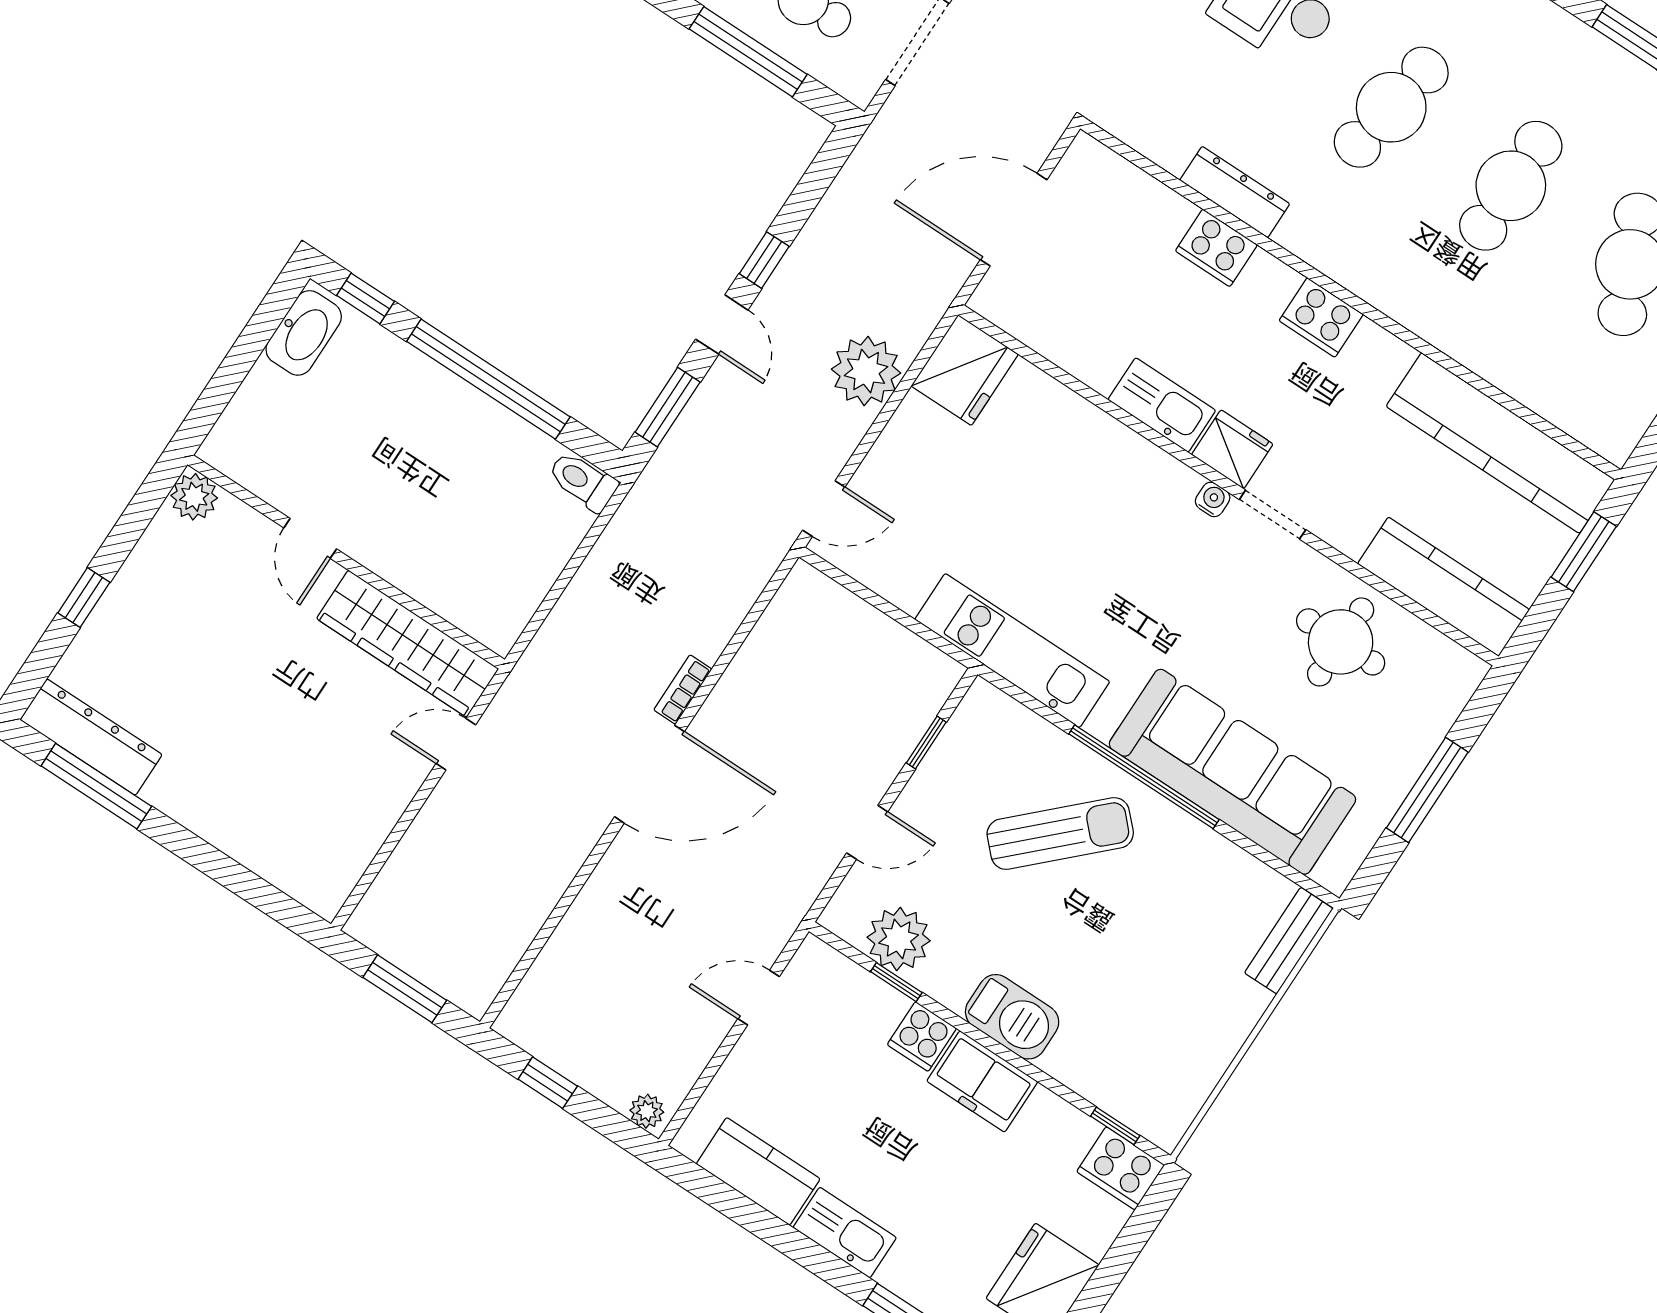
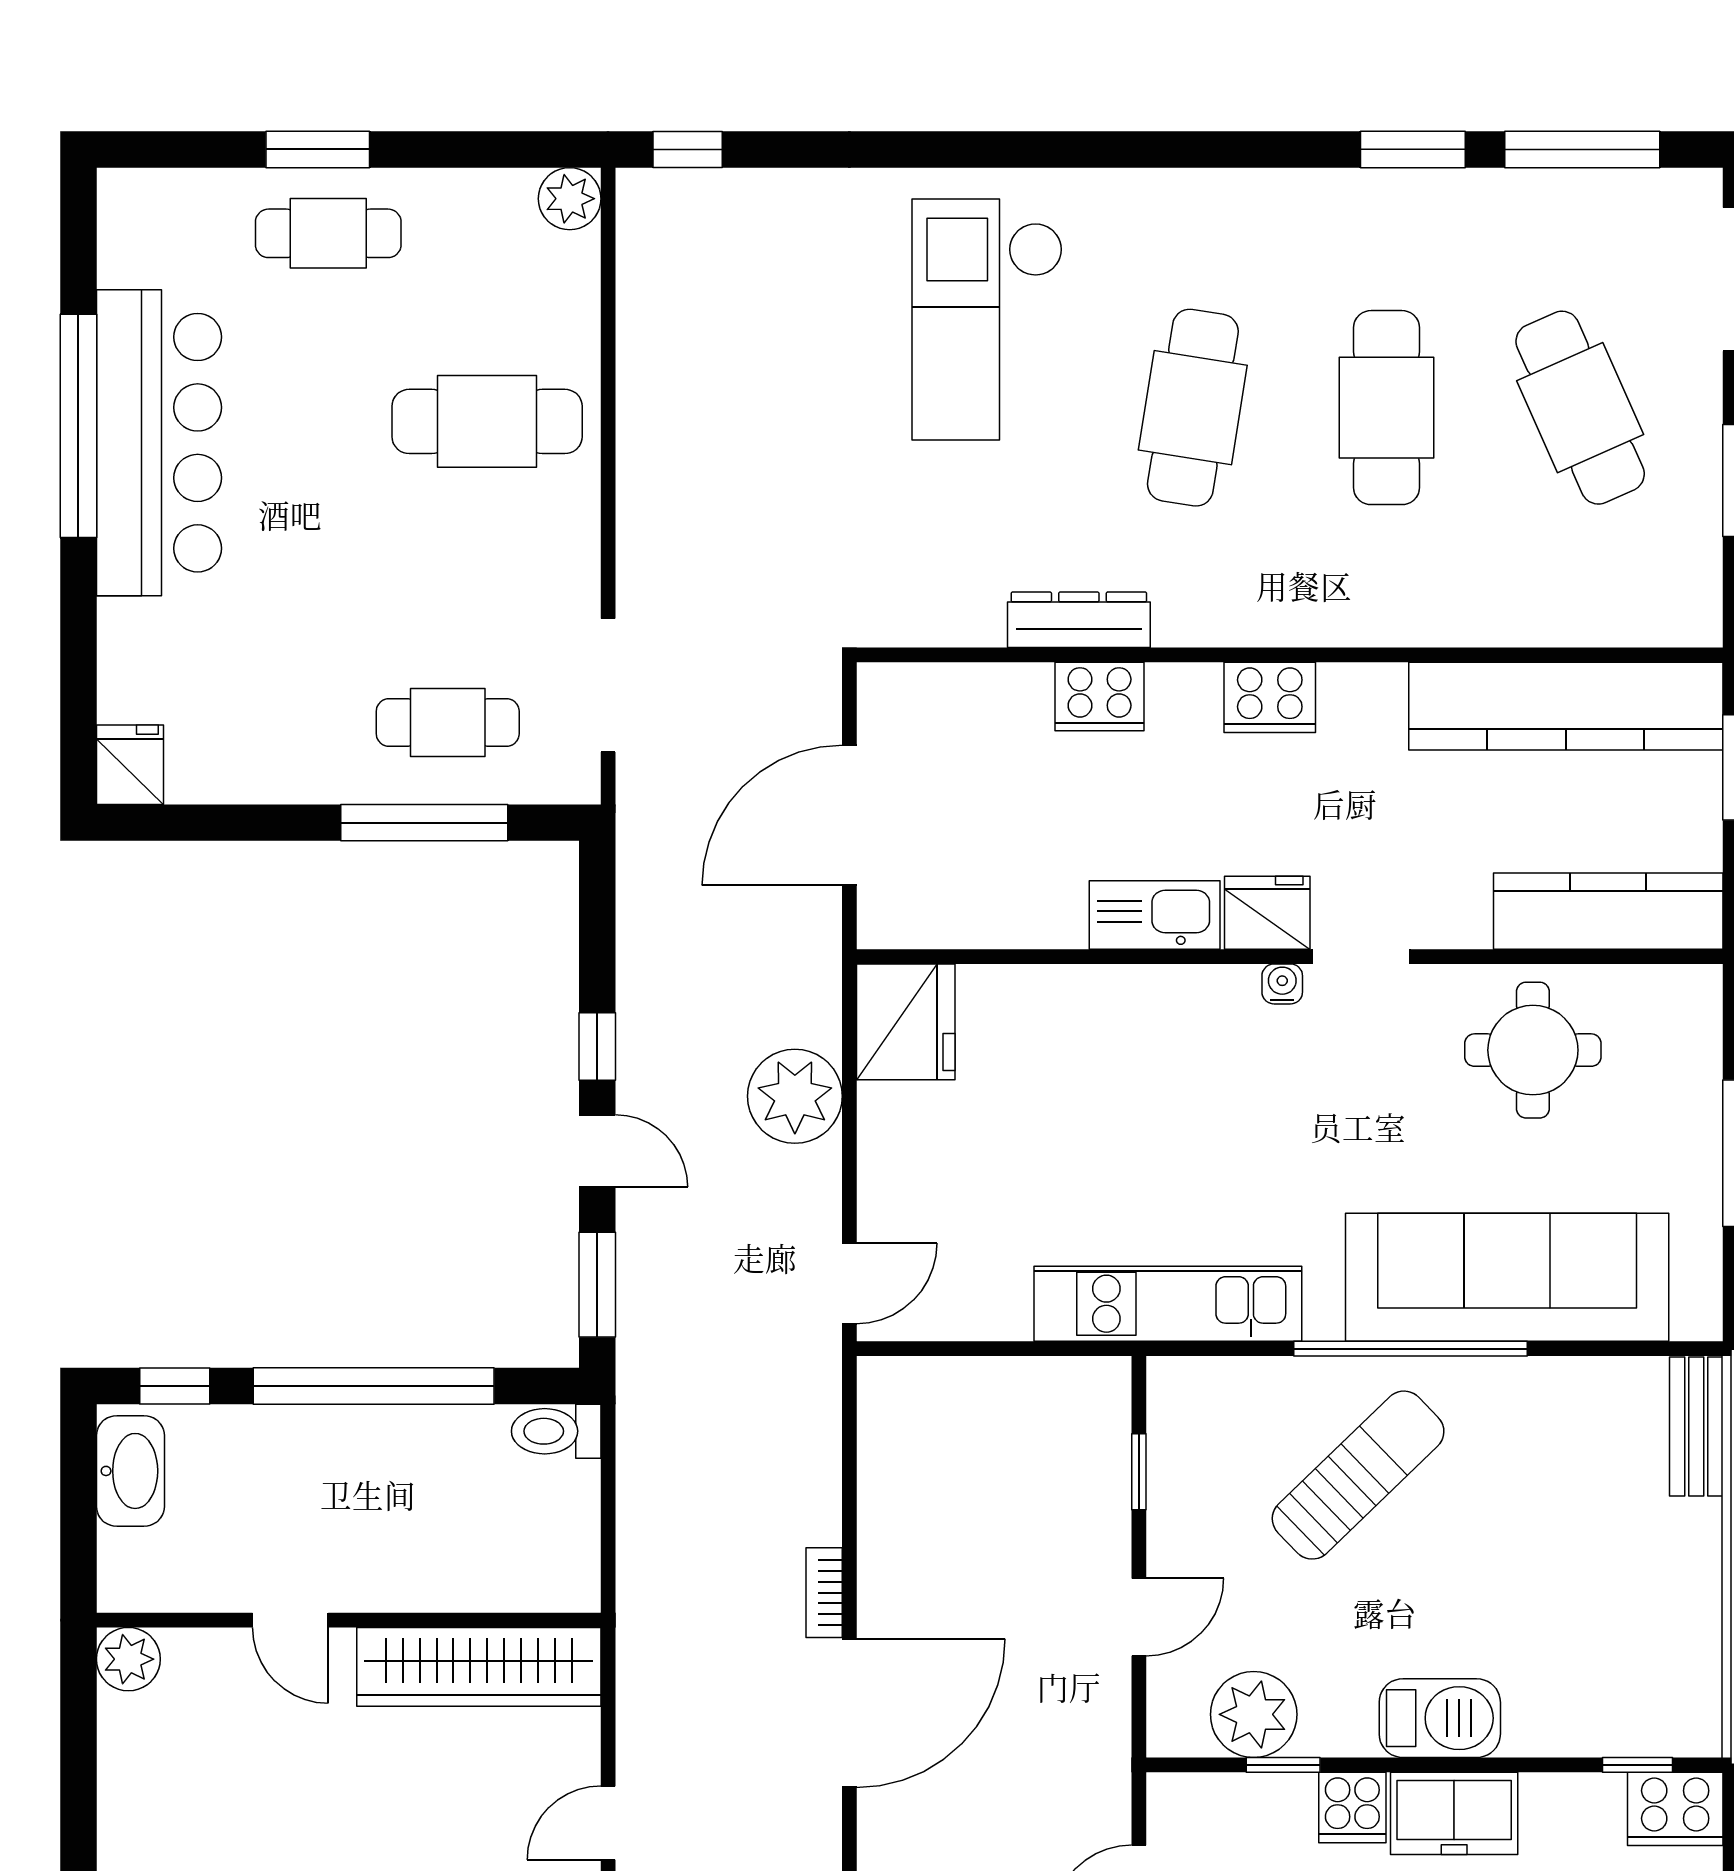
plant: (194, 497) -> (128, 1659), moved
door: (310, 538) -> (290, 1620), moved
wall: (346, 562) -> (349, 1620), moved
wardrobe: (408, 644) -> (479, 1667), moved

